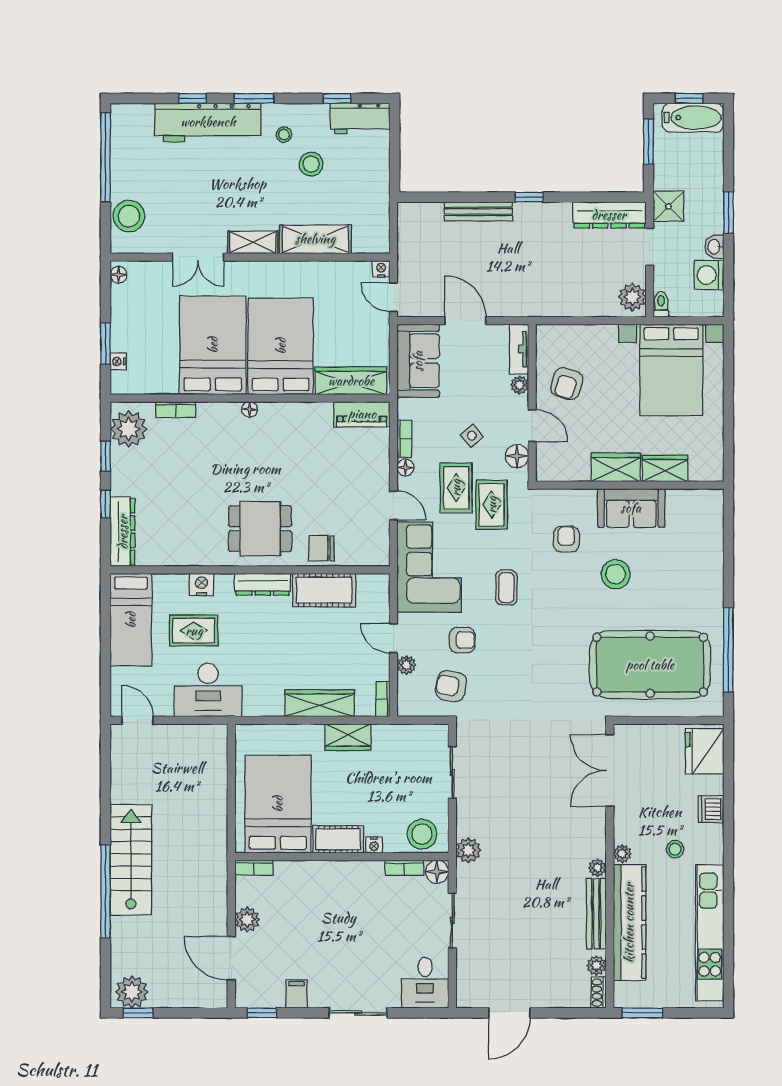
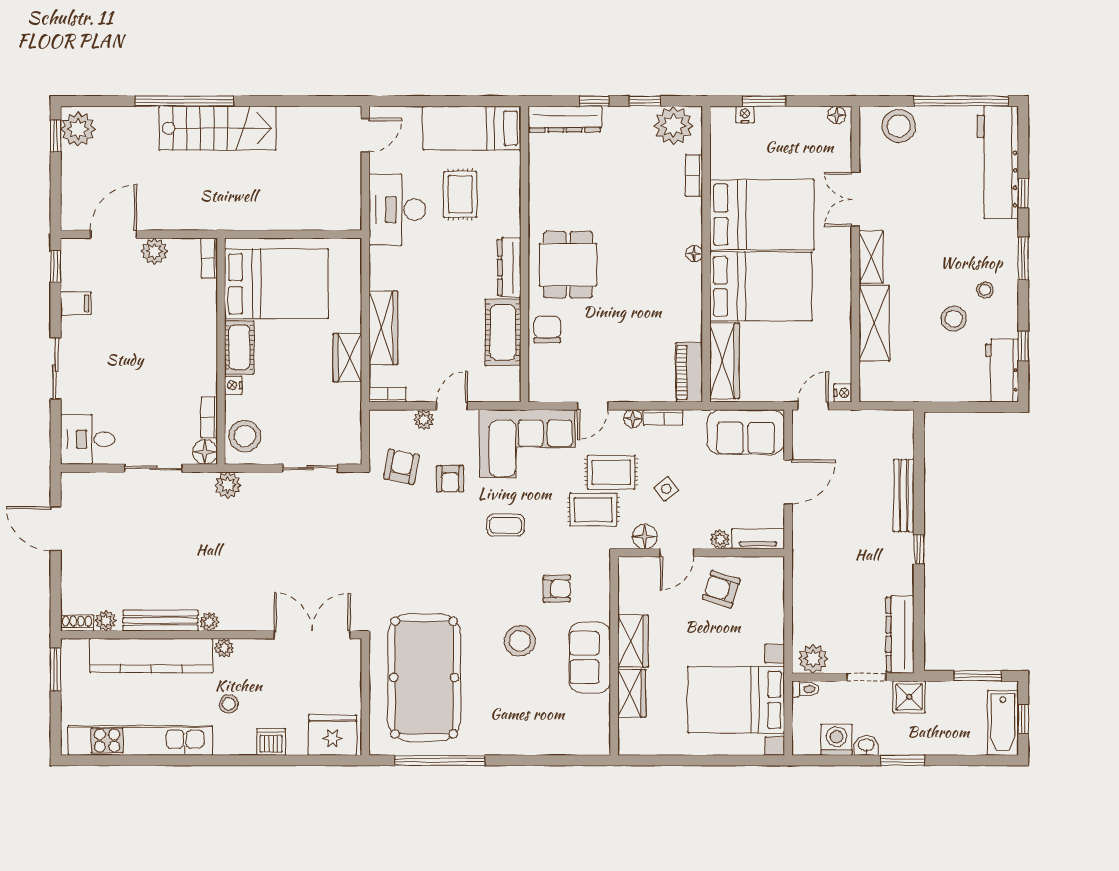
workbench: (208, 122) -> (998, 162), moved
nightstand: (201, 584) -> (509, 203), removed

